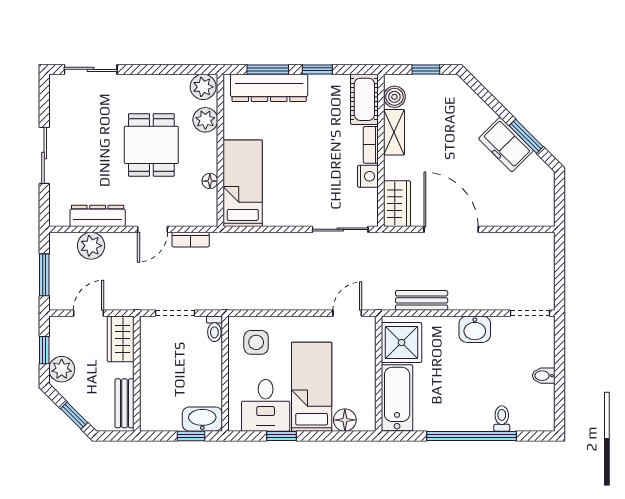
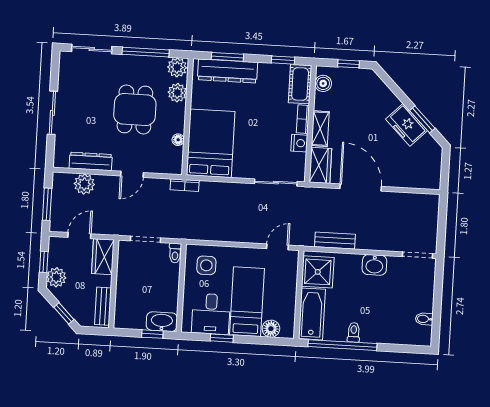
window: (161, 69) -> (146, 52), added
window: (317, 69) -> (283, 60), moved
shelving: (394, 132) -> (320, 129), moved
bed: (243, 183) -> (211, 143), width x1.50
bookcase: (191, 240) -> (185, 185), moved
bidet: (544, 376) -> (424, 319), moved
toilet: (502, 419) -> (354, 332), moved
window: (471, 436) -> (342, 345), moved

